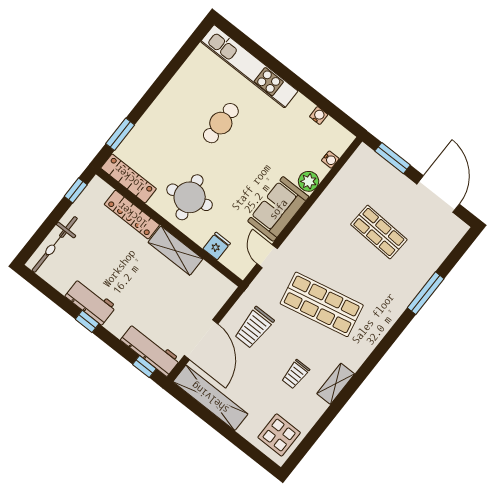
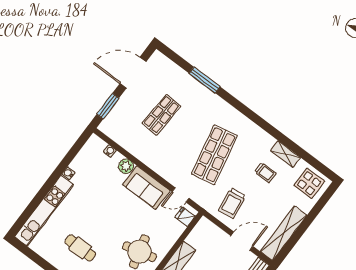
water cooler: (319, 116) -> (68, 173), moved
cafe table: (221, 123) -> (80, 248), moved
fridge: (217, 246) -> (185, 217), moved
trolley: (254, 328) -> (232, 203), turned 82
door: (201, 340) -> (242, 241), width x0.73
shelving: (336, 384) -> (285, 154), moved

